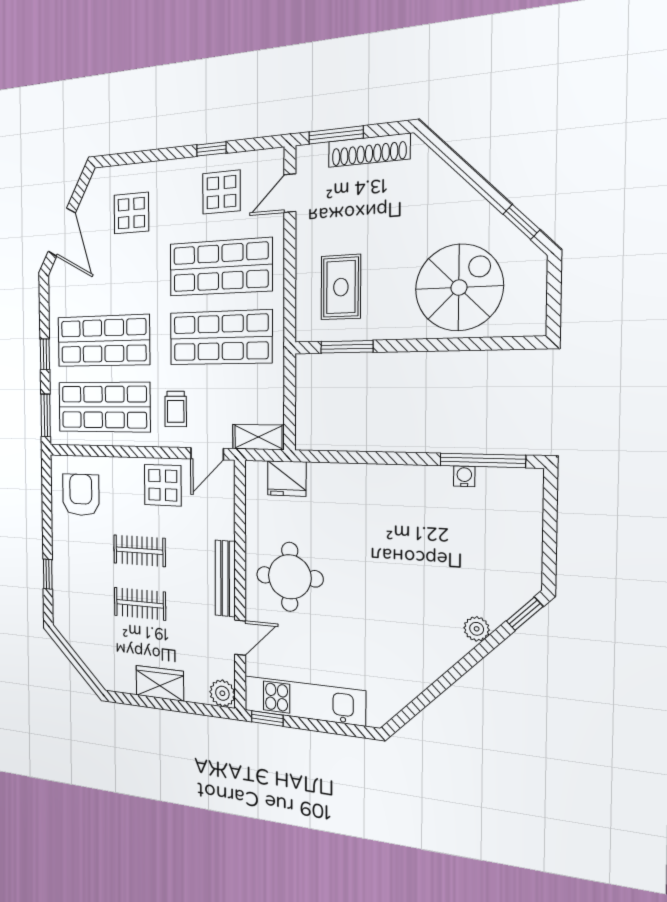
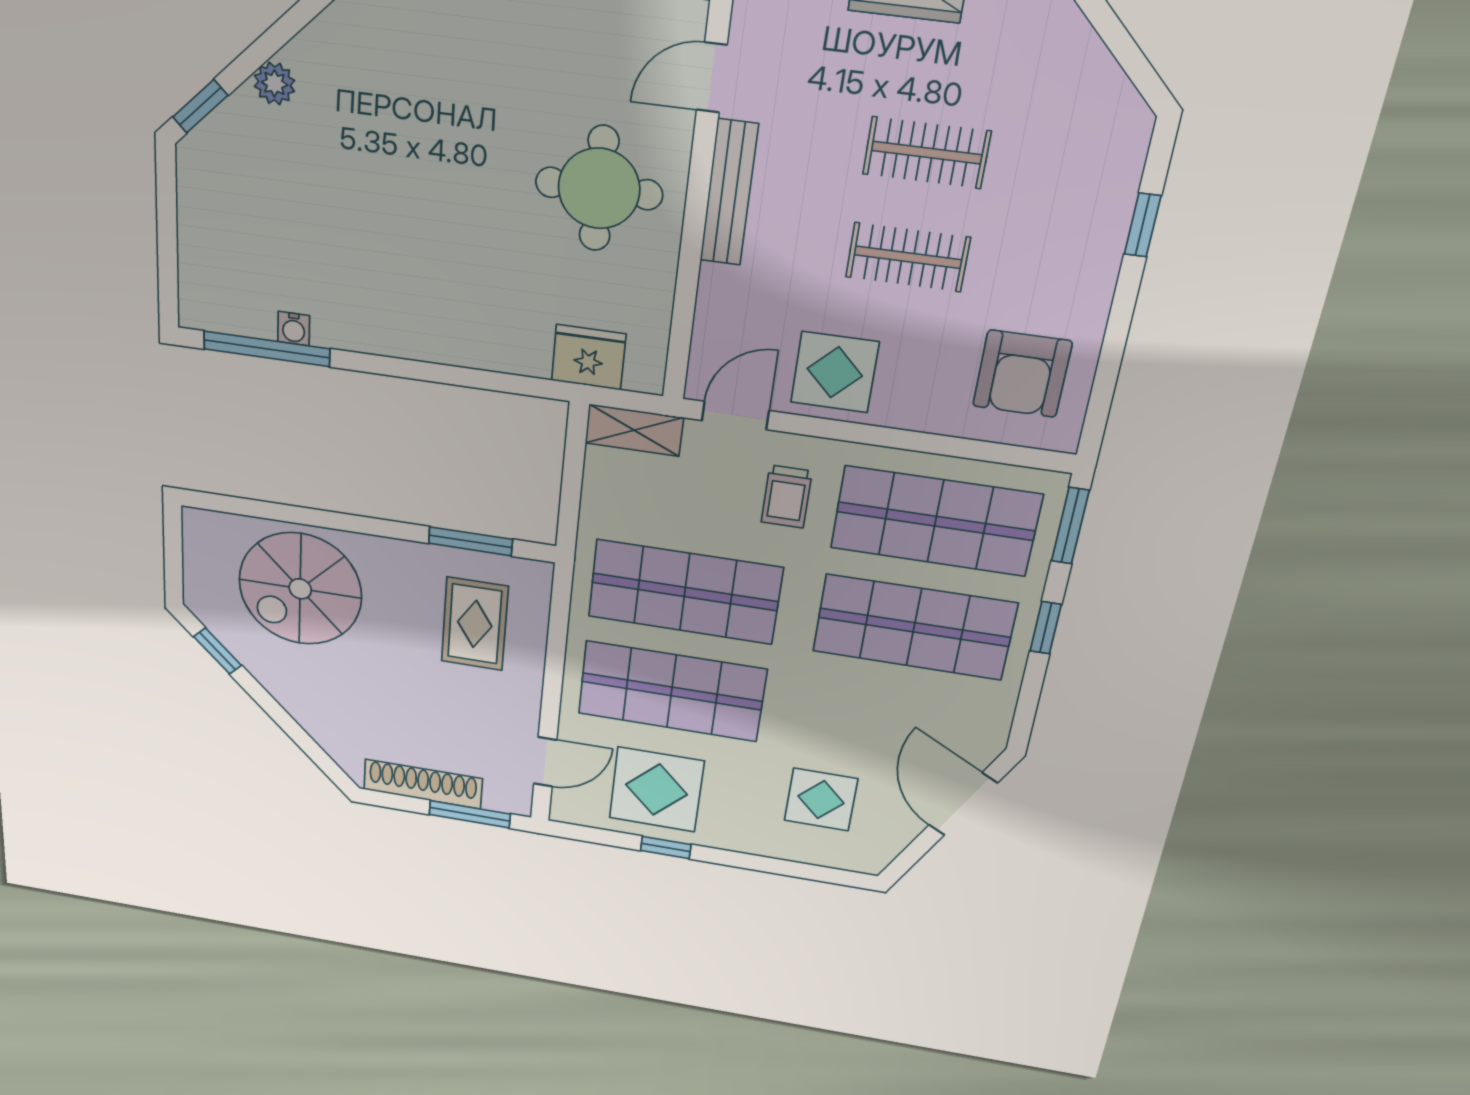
display table: (221, 192) -> (656, 790), width x1.36, depth x1.36
trolley: (176, 409) -> (787, 497), turned 180

